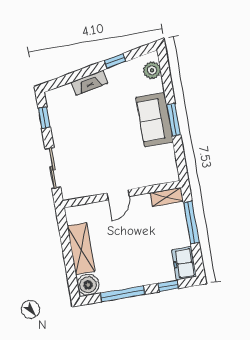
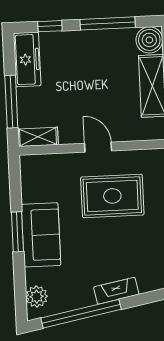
window: (115, 61) -> (81, 314), width x3.17
rug: (102, 158) -> (112, 196), added
door: (118, 195) -> (98, 147), hinge flipped
freezer: (184, 263) -> (27, 59), width x1.40

